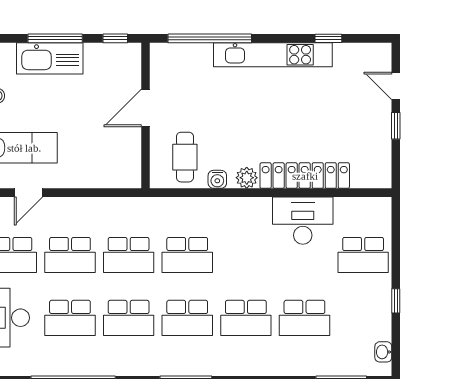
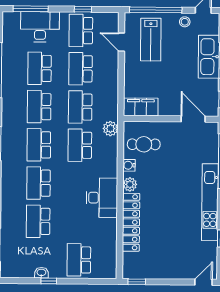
door: (396, 86) -> (203, 282), moved
door: (146, 108) -> (193, 119), moved
window: (396, 126) -> (137, 282), moved
filing cabinet: (128, 162) -> (141, 107), added
plant: (161, 208) -> (110, 129), added
desk: (303, 221) -> (102, 198), moved
washbasin: (383, 352) -> (41, 273), moved

